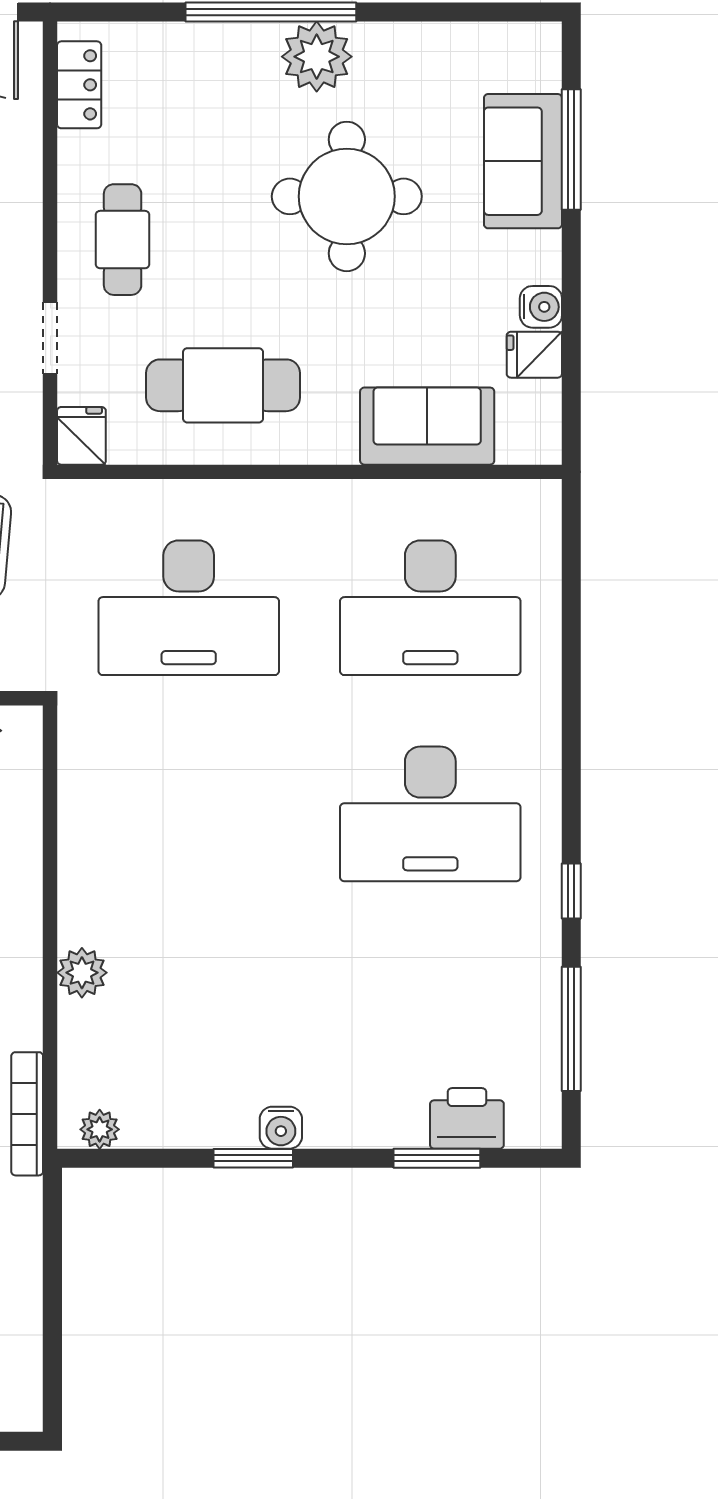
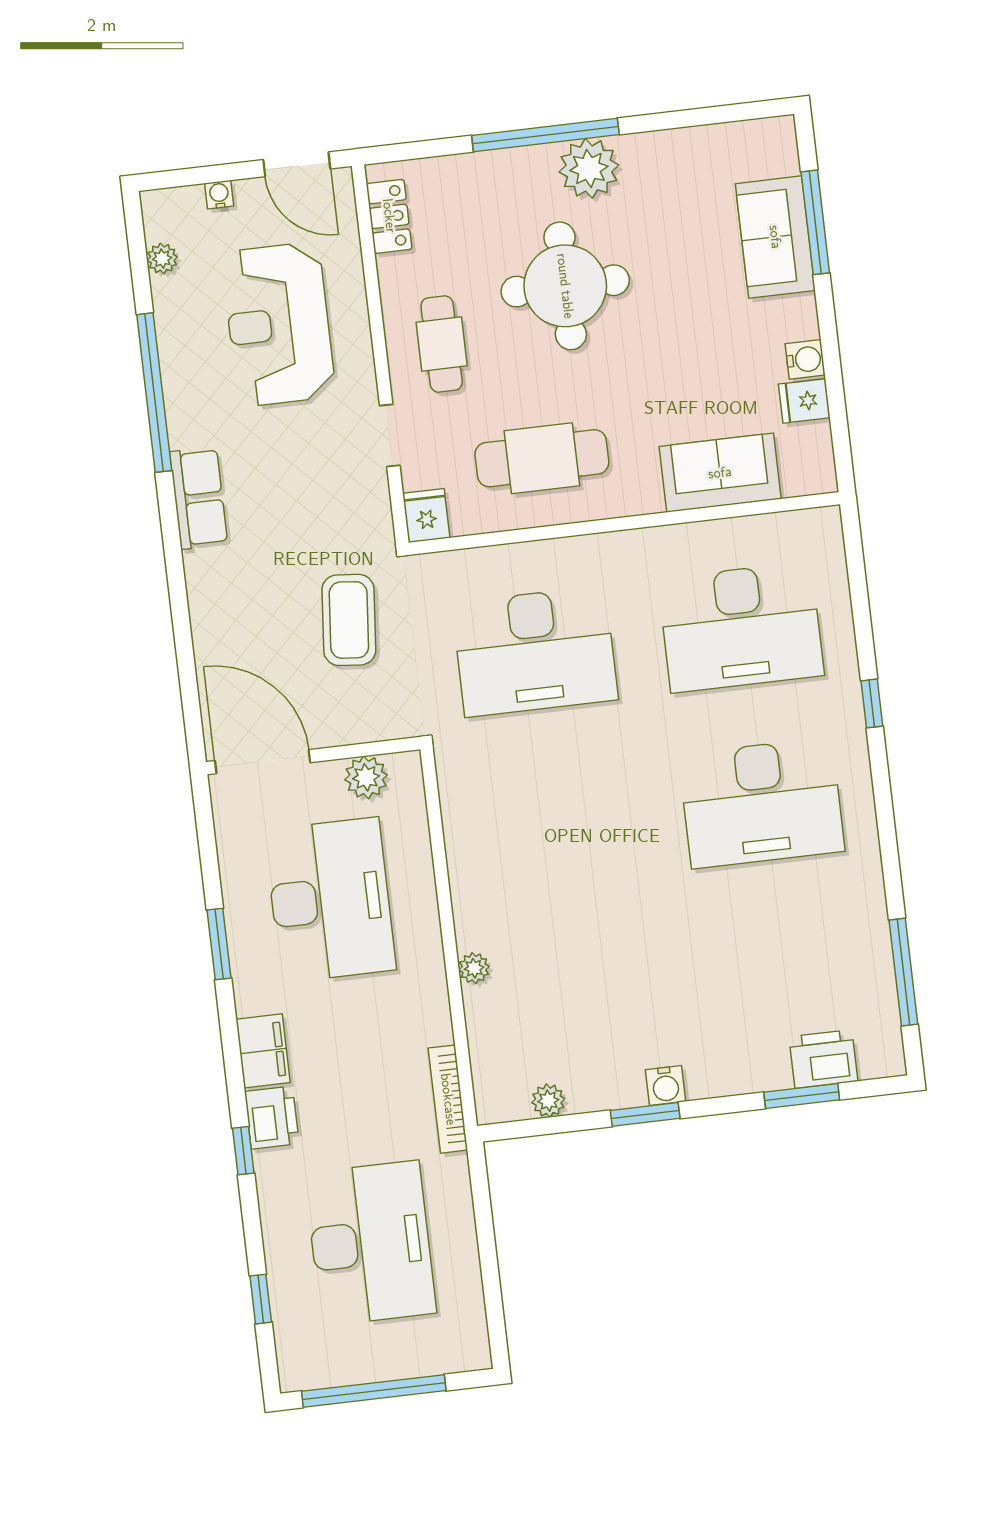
round table: (347, 196) -> (565, 286), moved
window: (571, 891) -> (872, 703), moved
plant: (82, 973) -> (474, 968), width x0.73, depth x0.73
plant: (100, 1129) -> (548, 1101), moved

